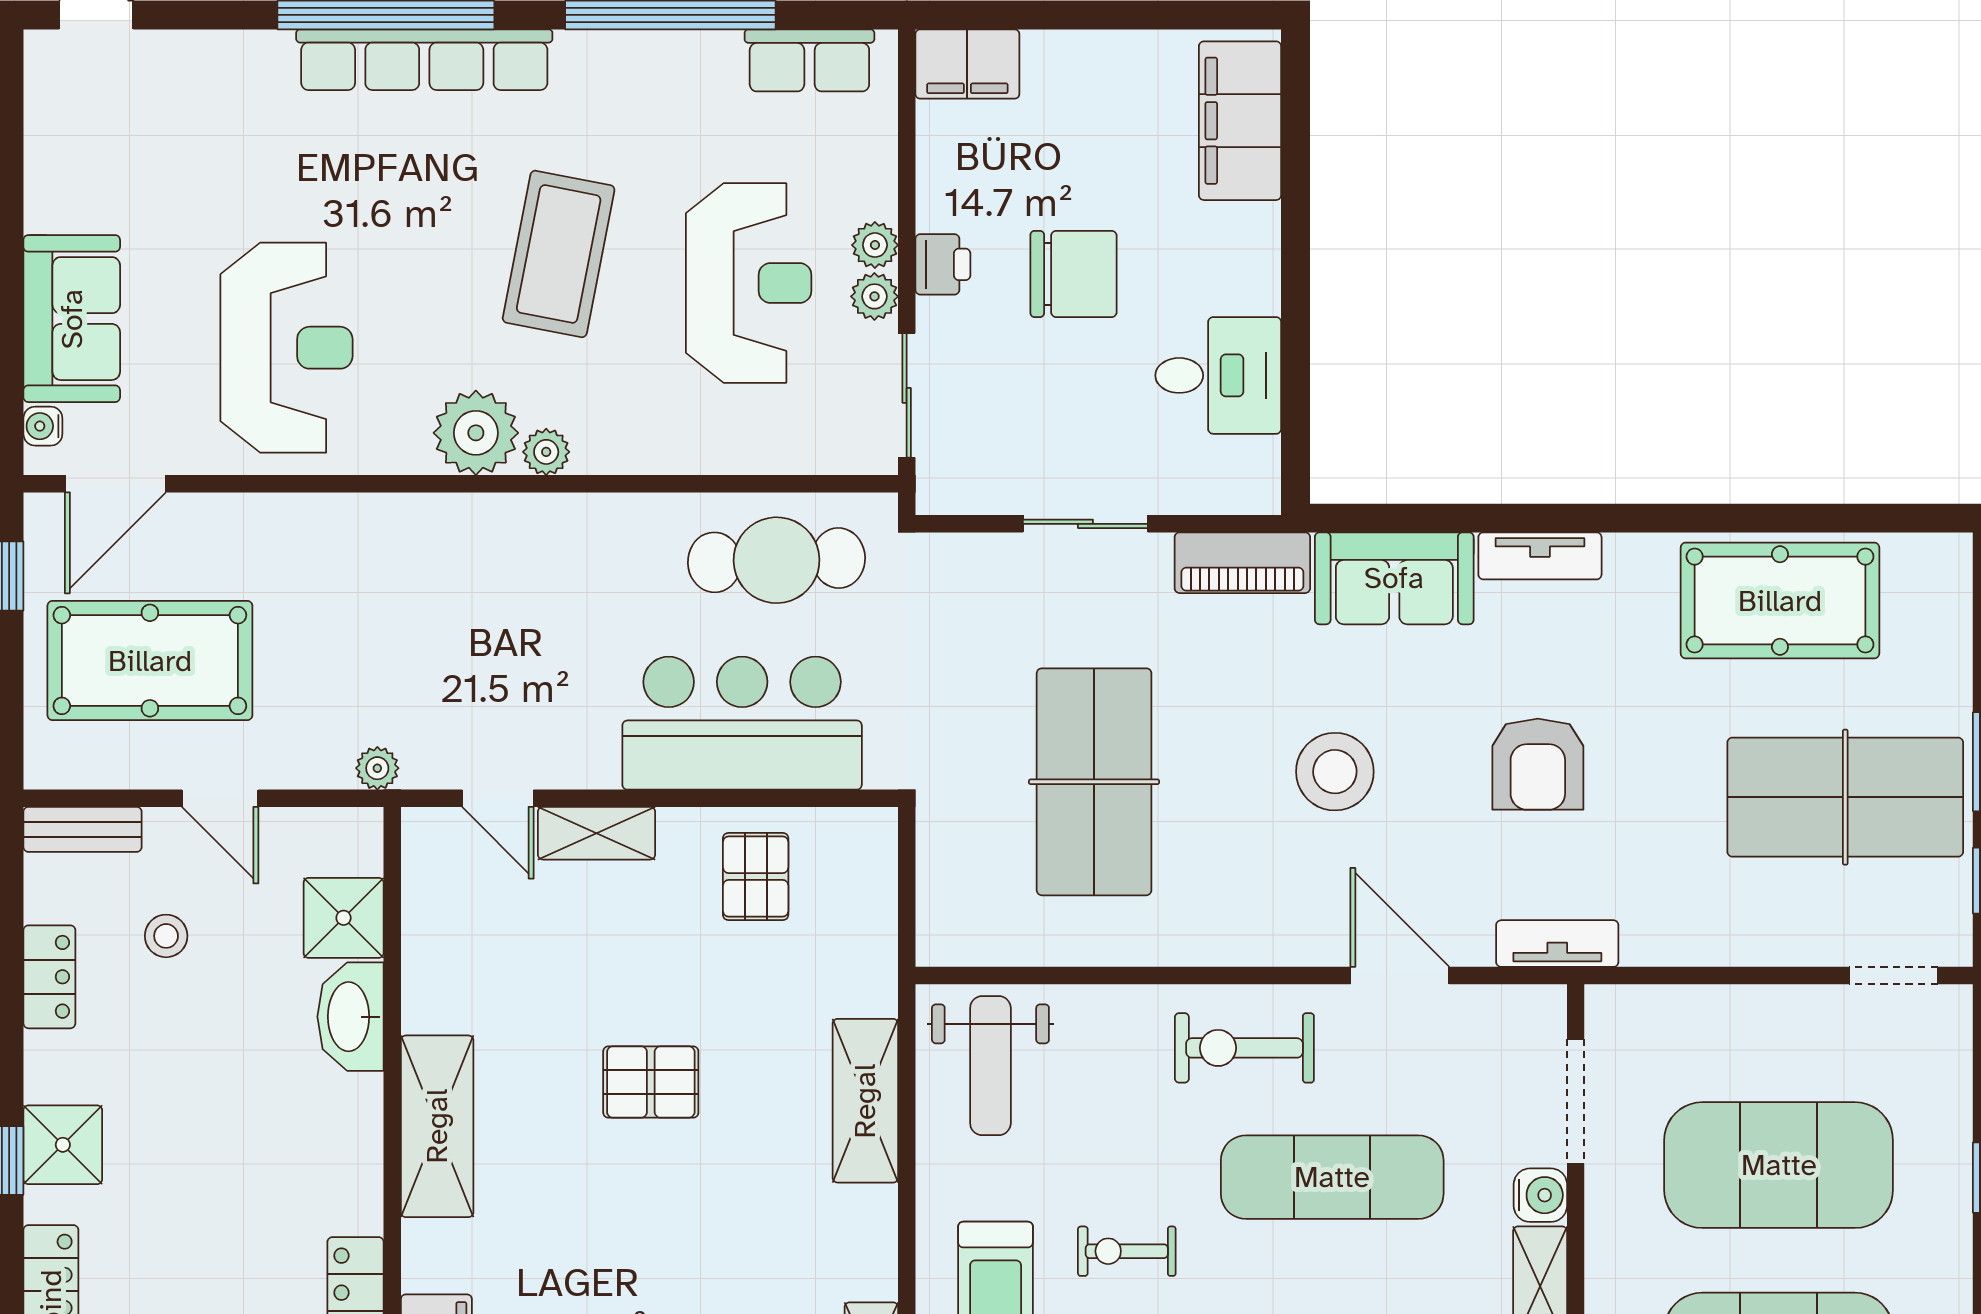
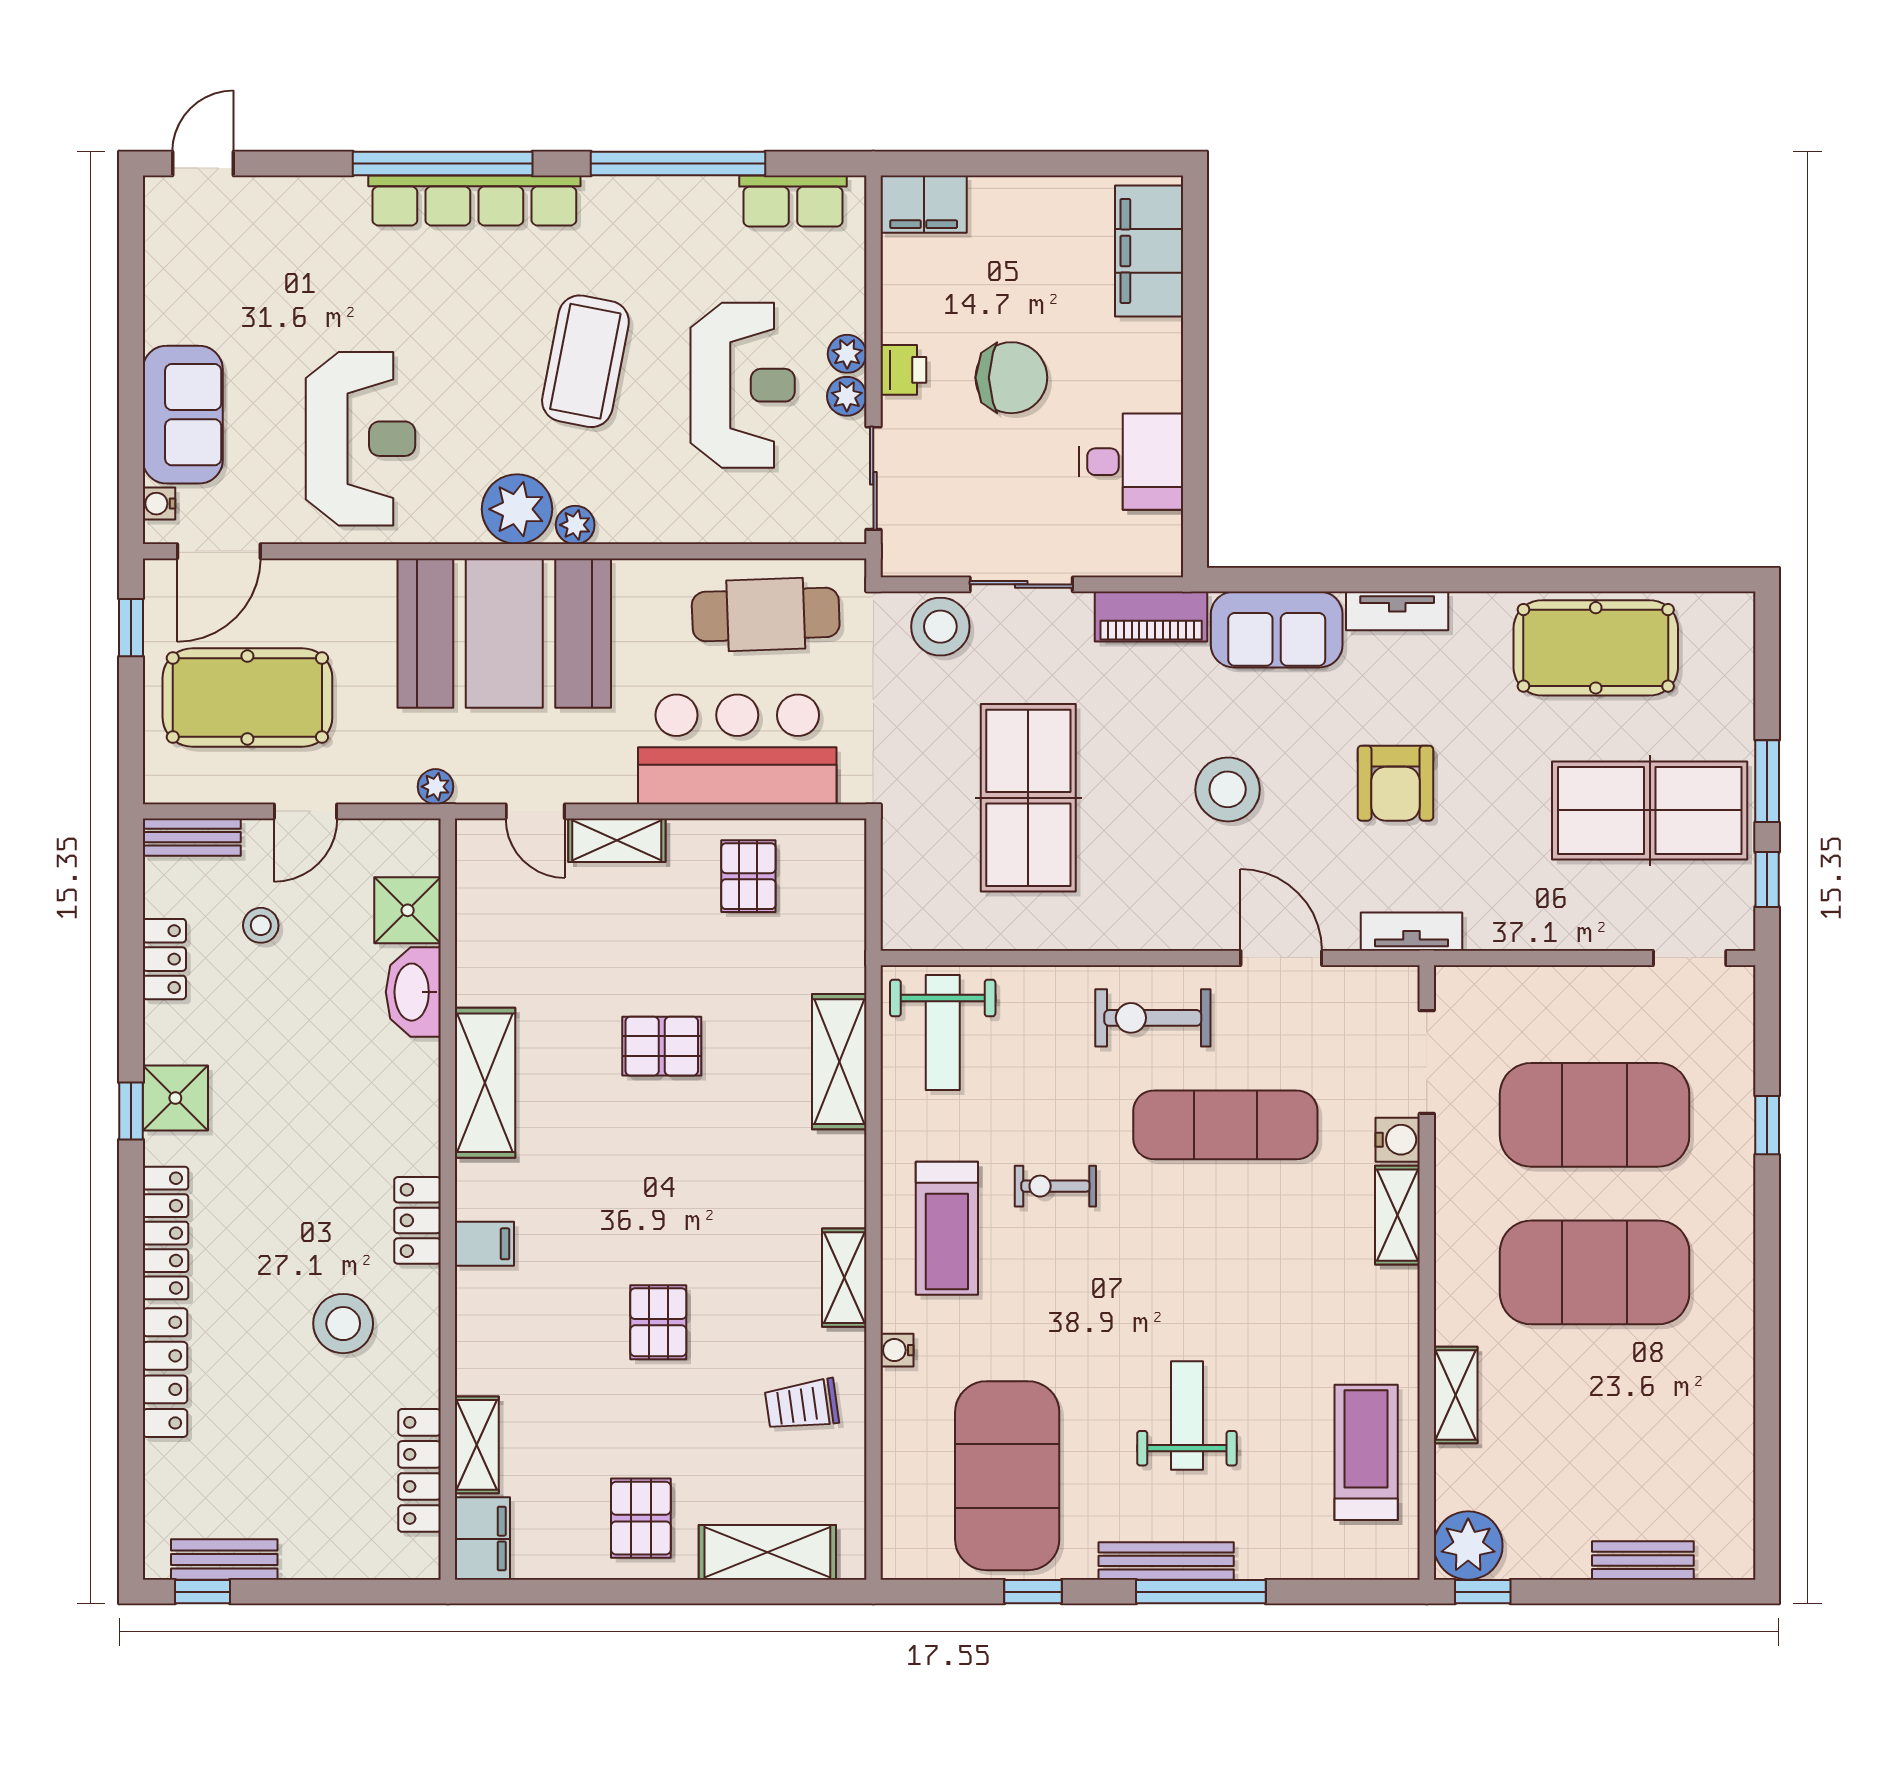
stool: (988, 575) -> (940, 627), added
booth: (460, 583) -> (504, 633), added
door: (220, 798) -> (305, 811), hinge flipped

